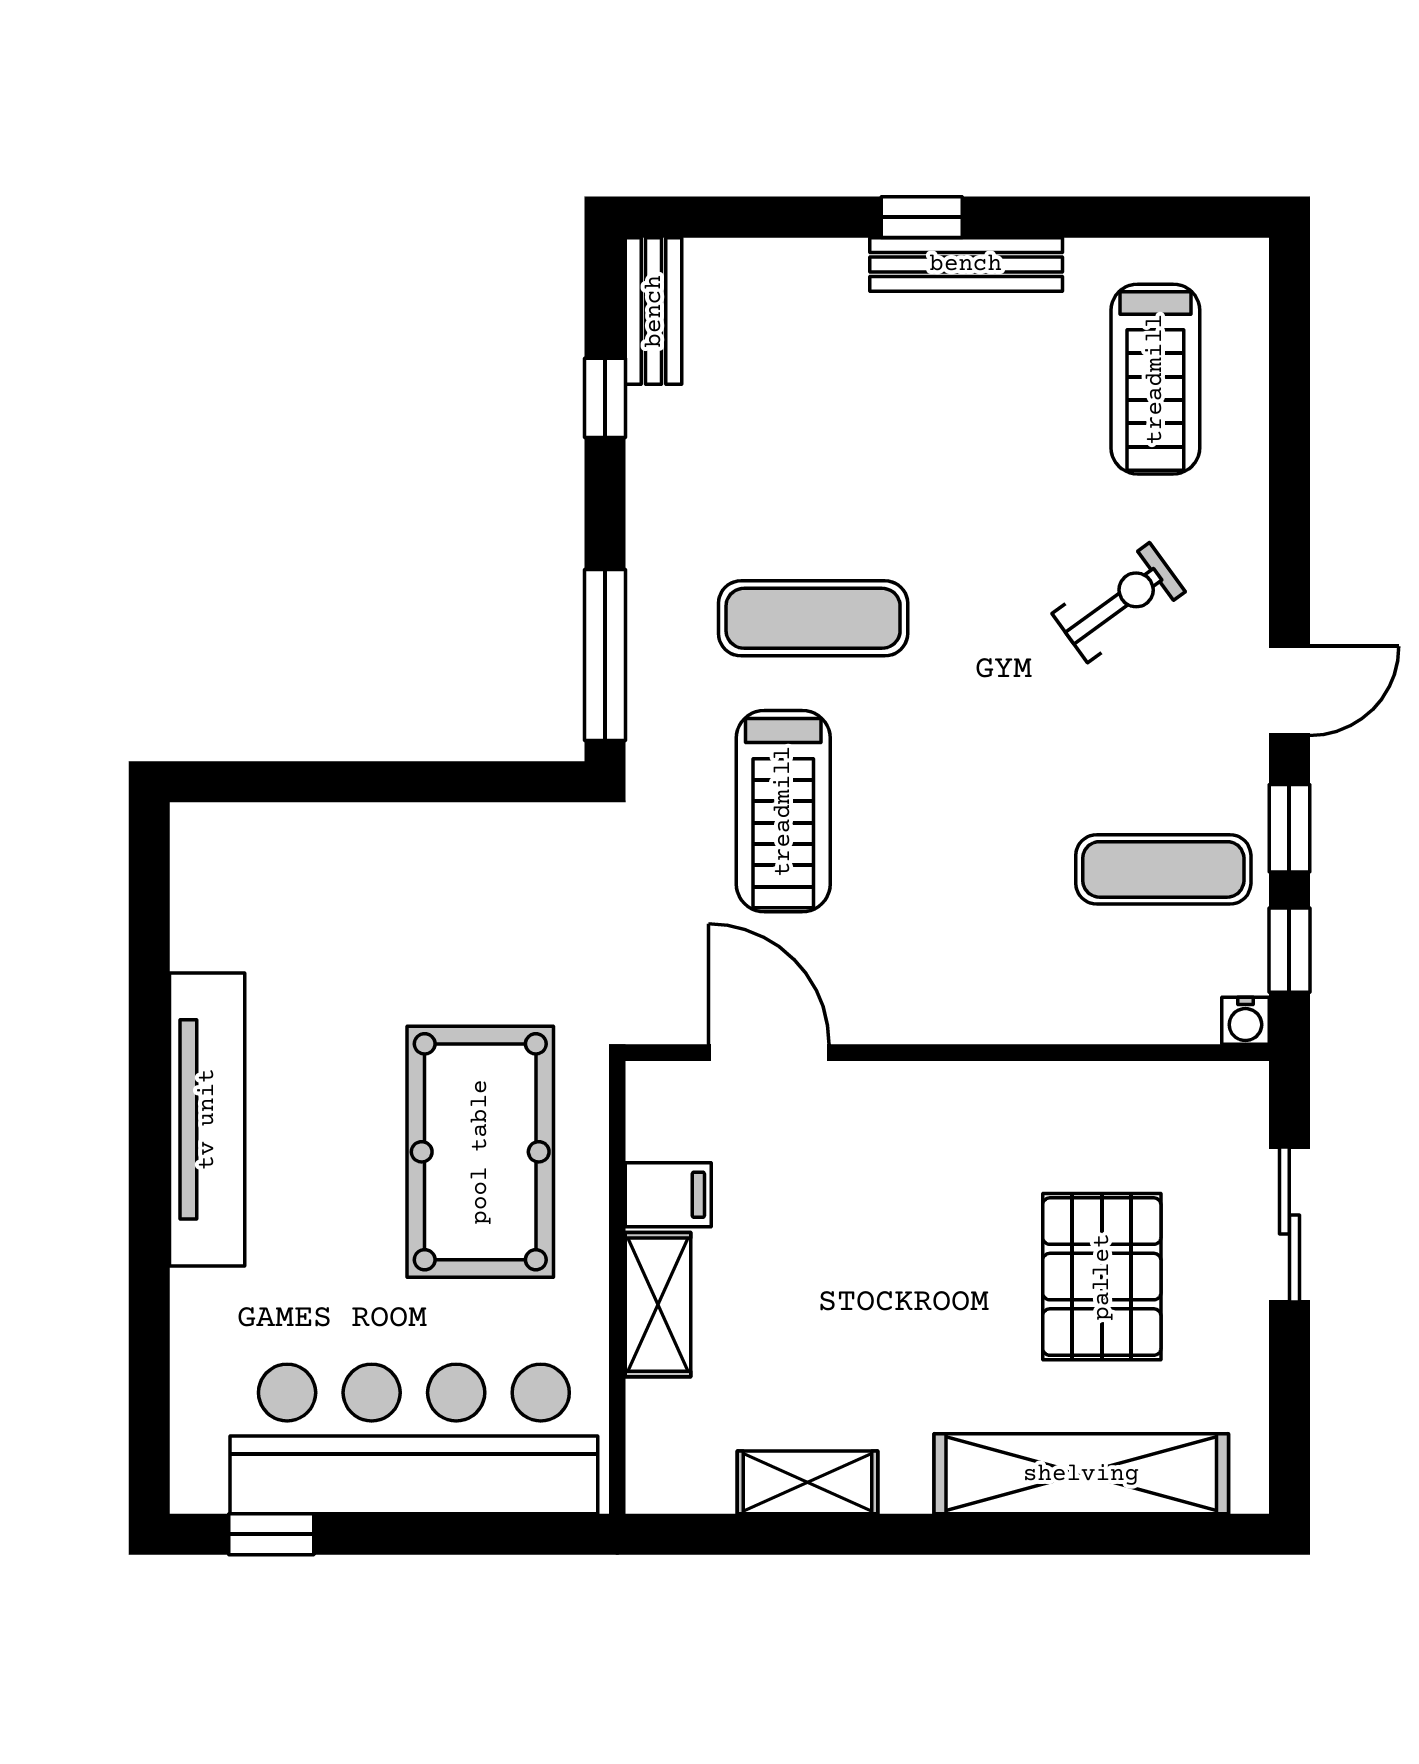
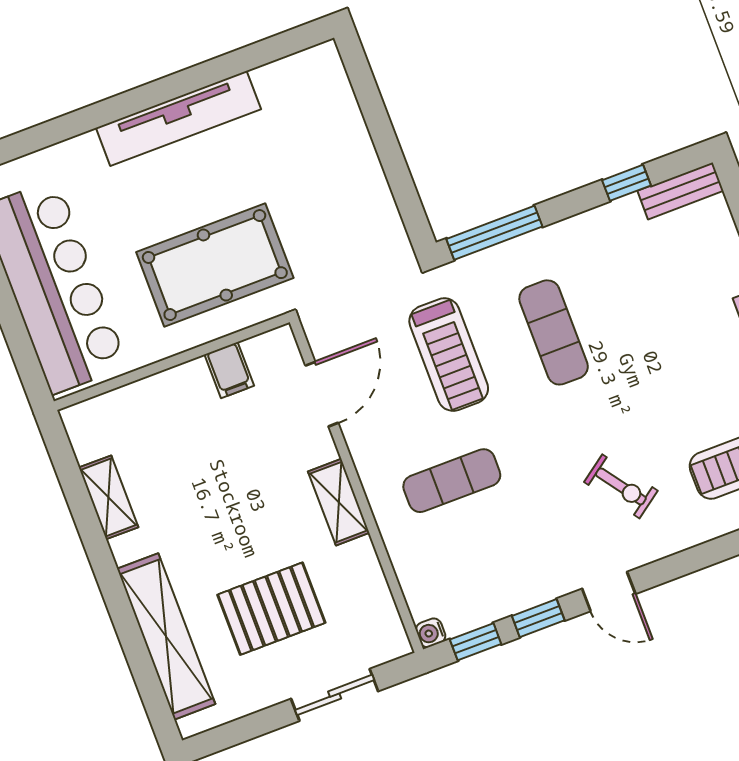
treadmill: (783, 811) -> (449, 355), turned -90
exercise mat: (1163, 869) -> (452, 481), moved, turned 90
shelving: (658, 1305) -> (339, 502), moved, turned 90

